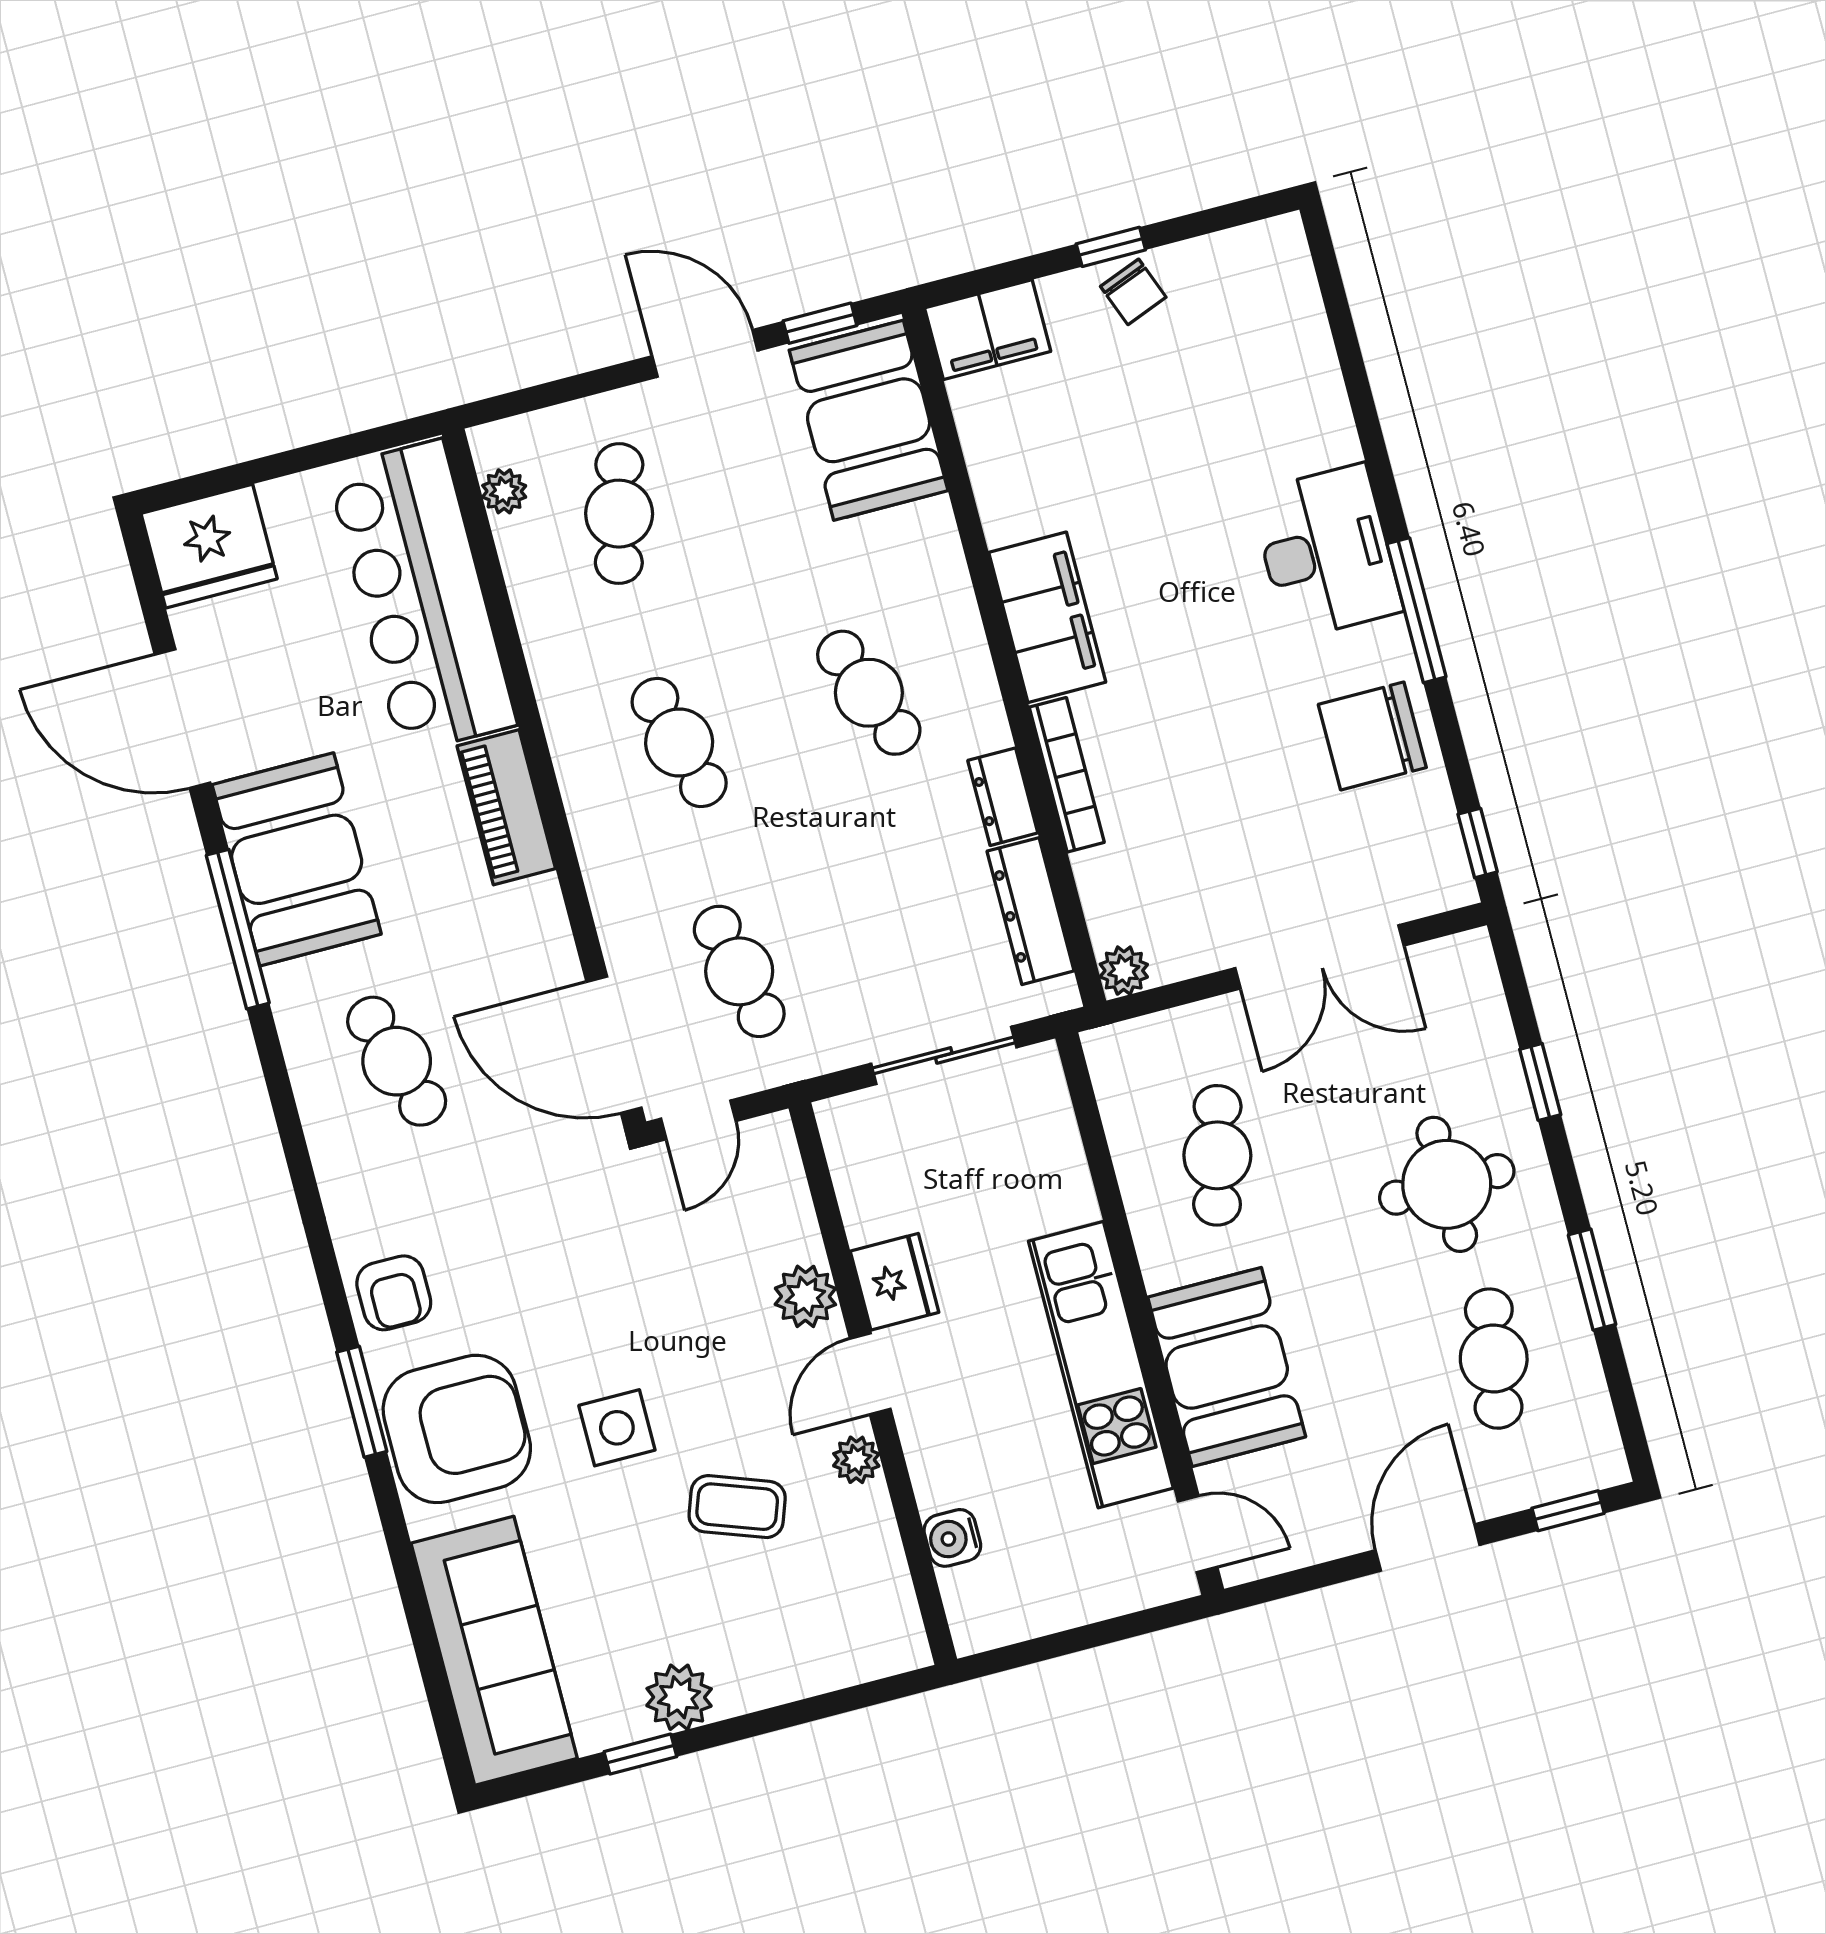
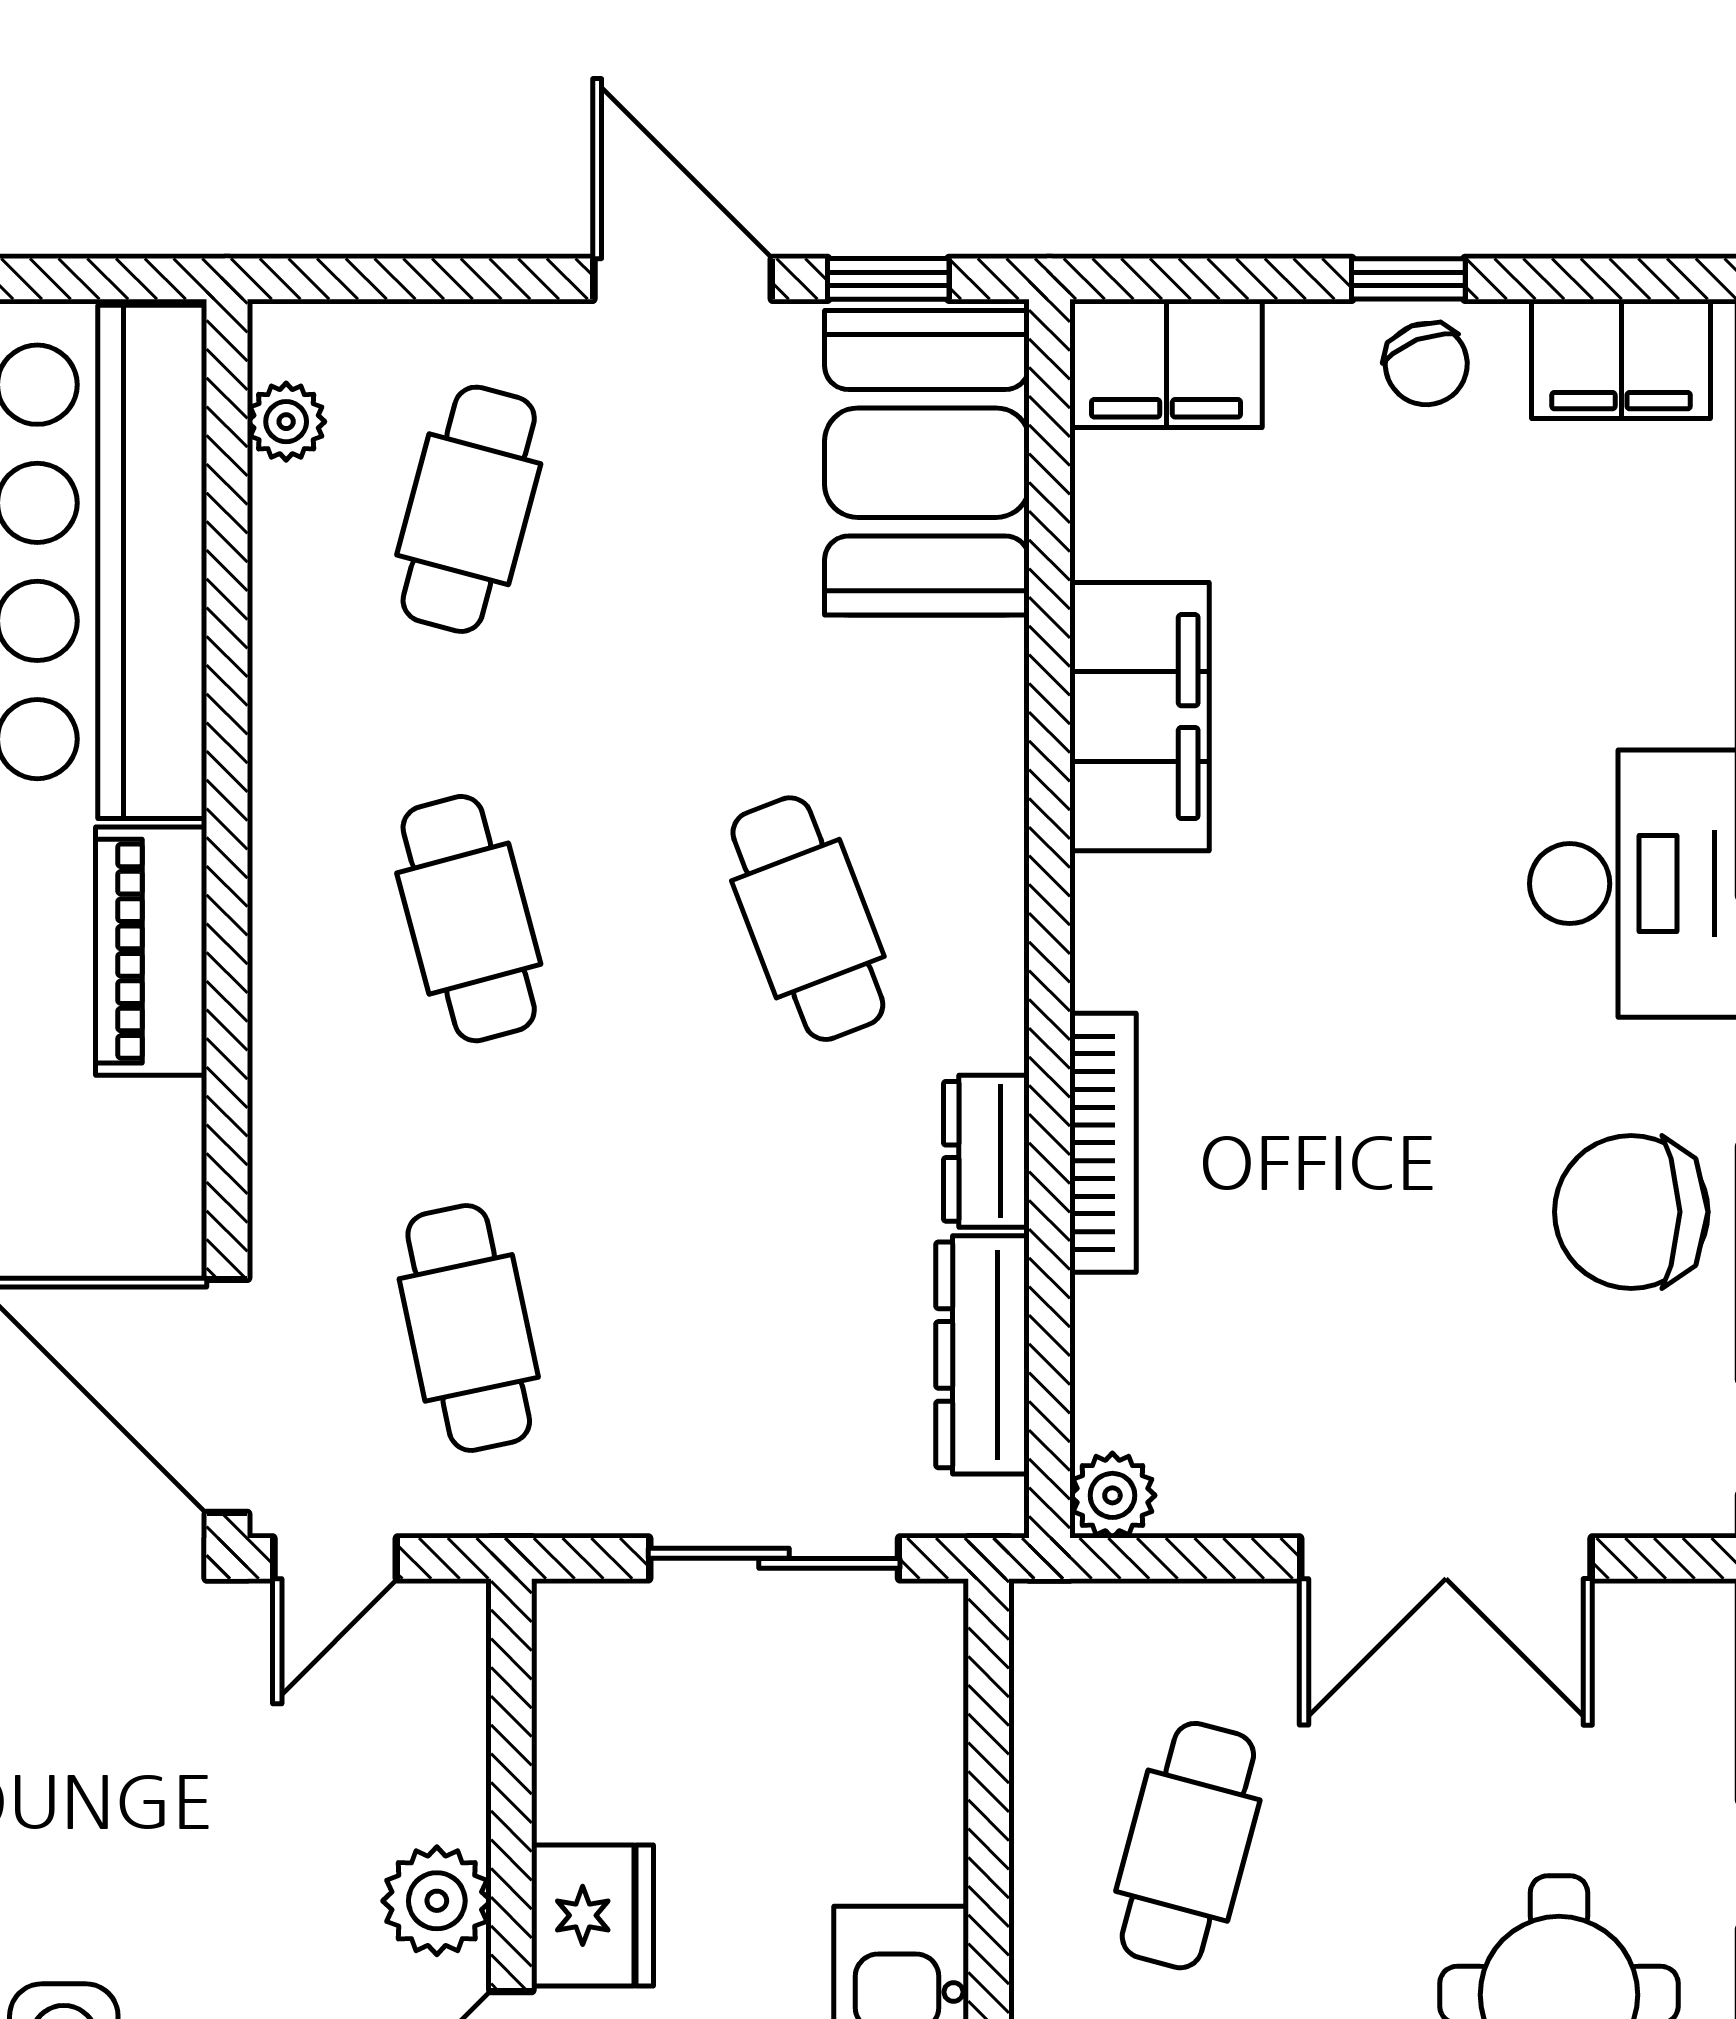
filing cabinet: (1241, 260) -> (1621, 359), added
filing cabinet: (1047, 617) -> (1139, 717), moved

